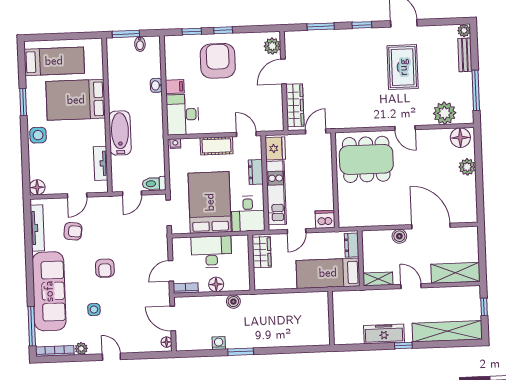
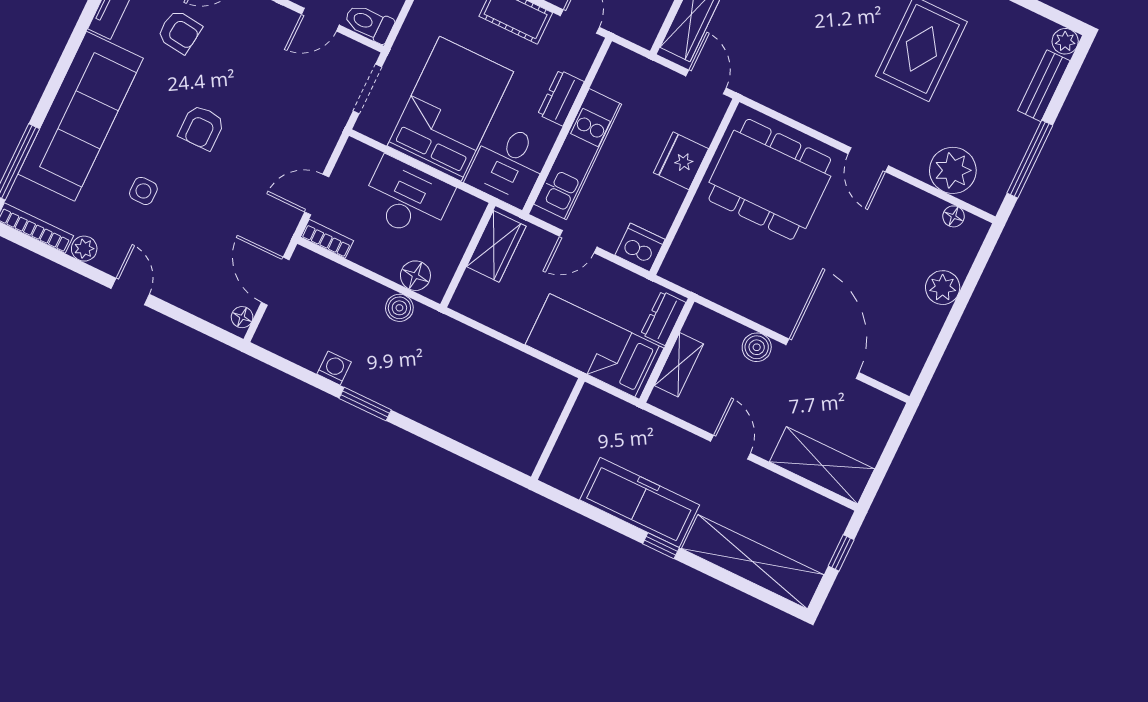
door: (316, 131) -> (706, 82), hinge flipped
floor lamp: (460, 138) -> (954, 216), width x0.53, depth x0.53
fridge: (275, 148) -> (681, 161), moved, turned 180
shelving: (378, 279) -> (679, 365), moved, turned 90
floor lamp: (216, 284) -> (415, 276), moved
freezer: (384, 334) -> (640, 502), width x1.36, depth x1.26

